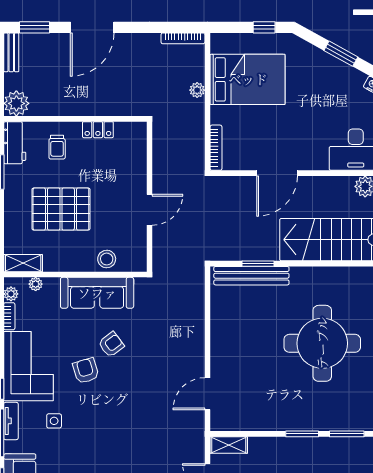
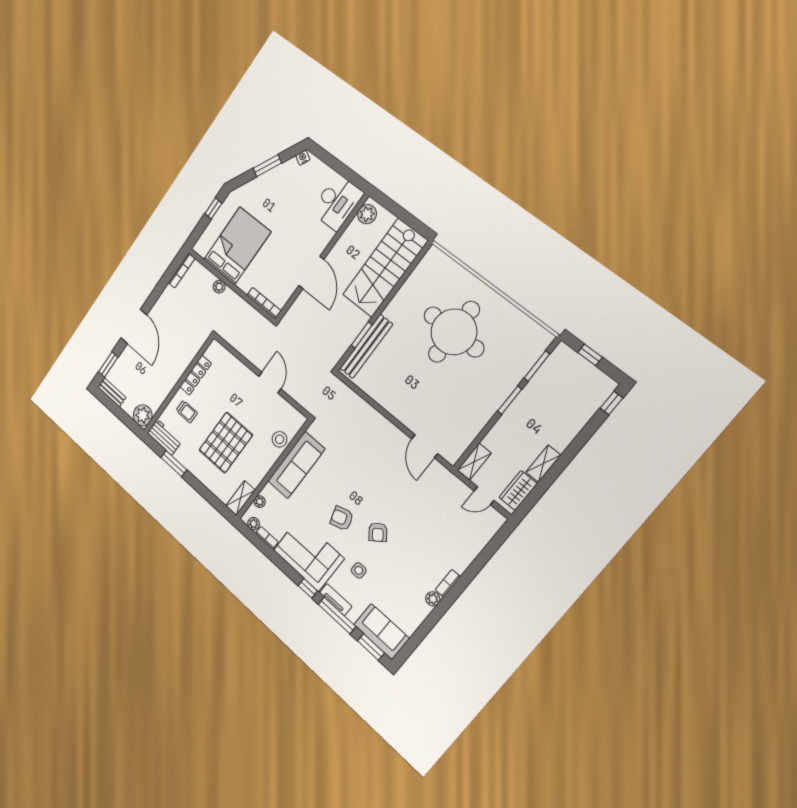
locker: (98, 130) -> (196, 375), width x1.53
armchair: (111, 345) -> (378, 532), moved, turned 180

